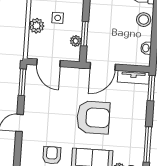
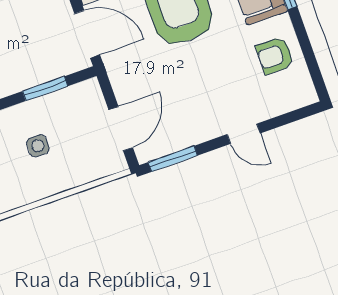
plant: (37, 26) -> (67, 176), removed
plant: (76, 41) -> (64, 98), removed

